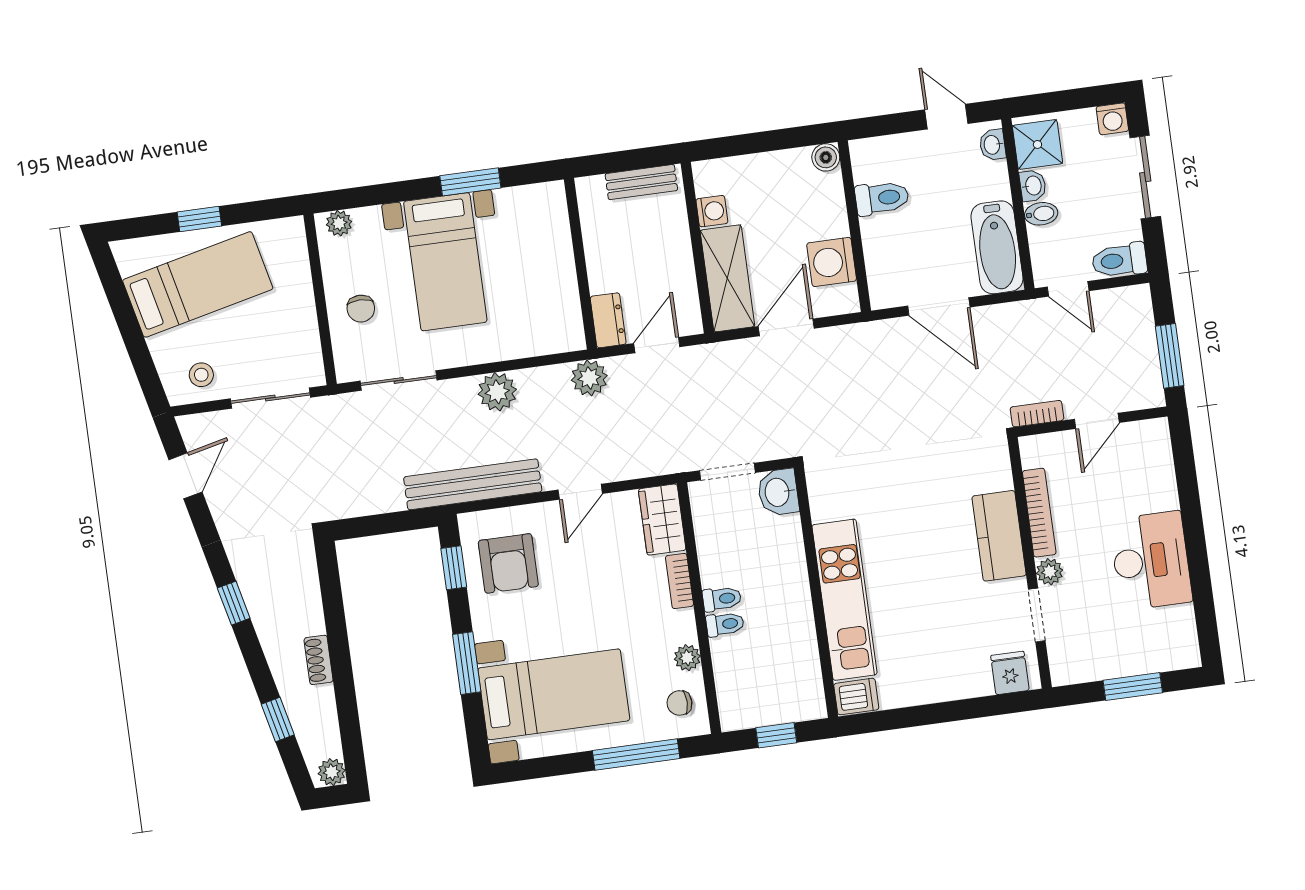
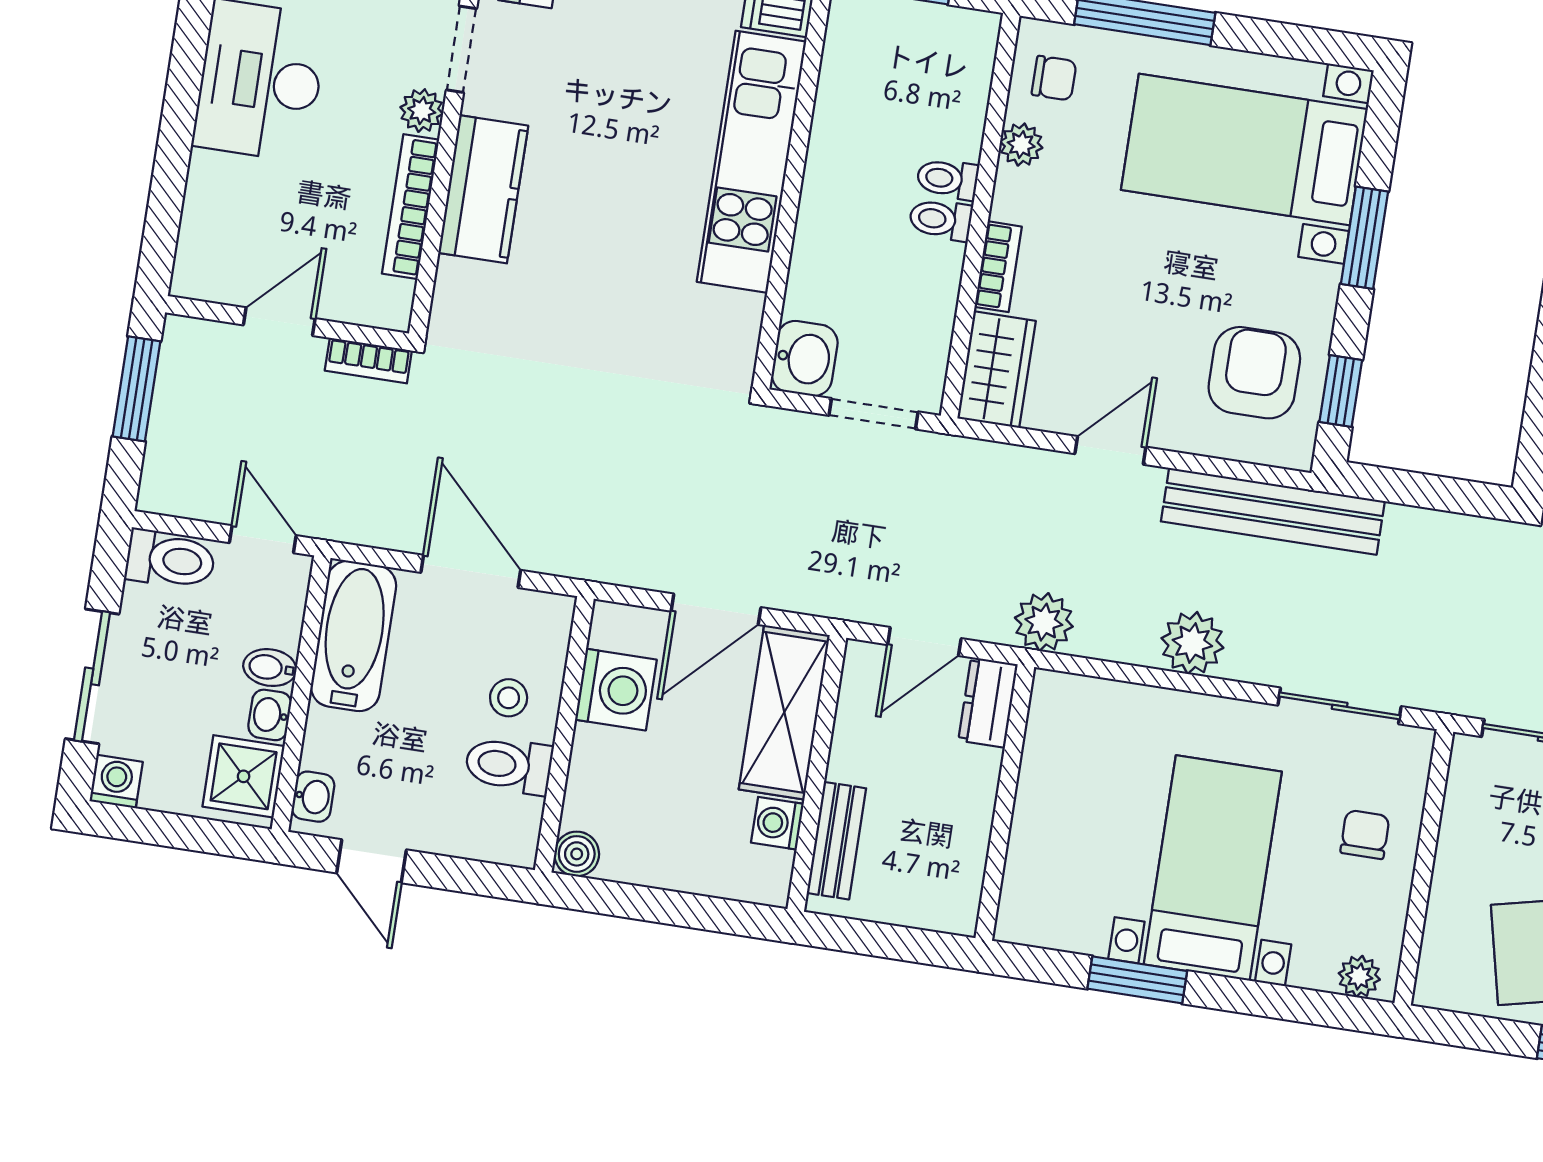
bench: (641, 182) -> (836, 841), moved, turned 90
stool: (894, 238) -> (509, 698), added

